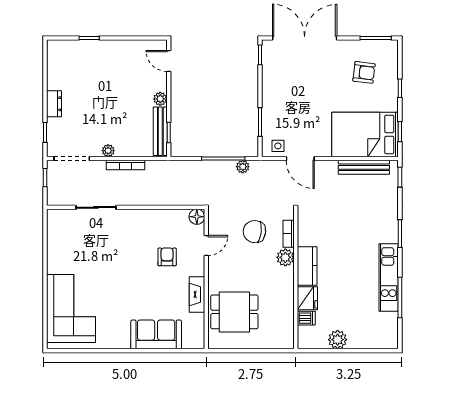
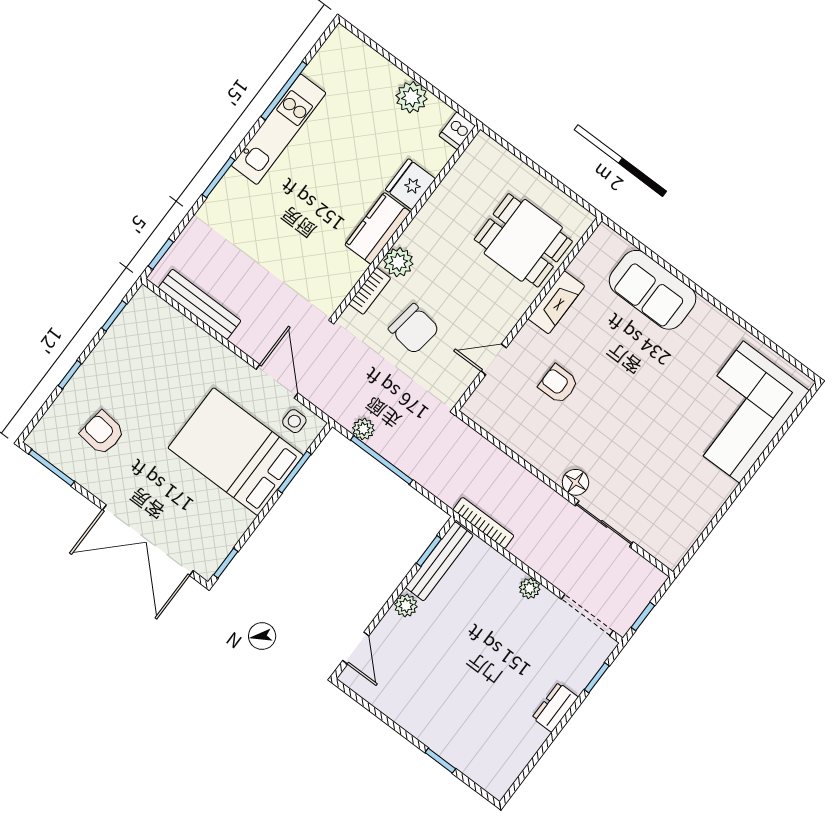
bed: (365, 134) -> (236, 452), moved, turned 180
bookcase: (125, 165) -> (483, 523), moved
floor lamp: (197, 217) -> (575, 482), moved
armchair: (167, 257) -> (558, 384), turned 90
dishwasher: (306, 318) -> (457, 131), moved, turned -90

